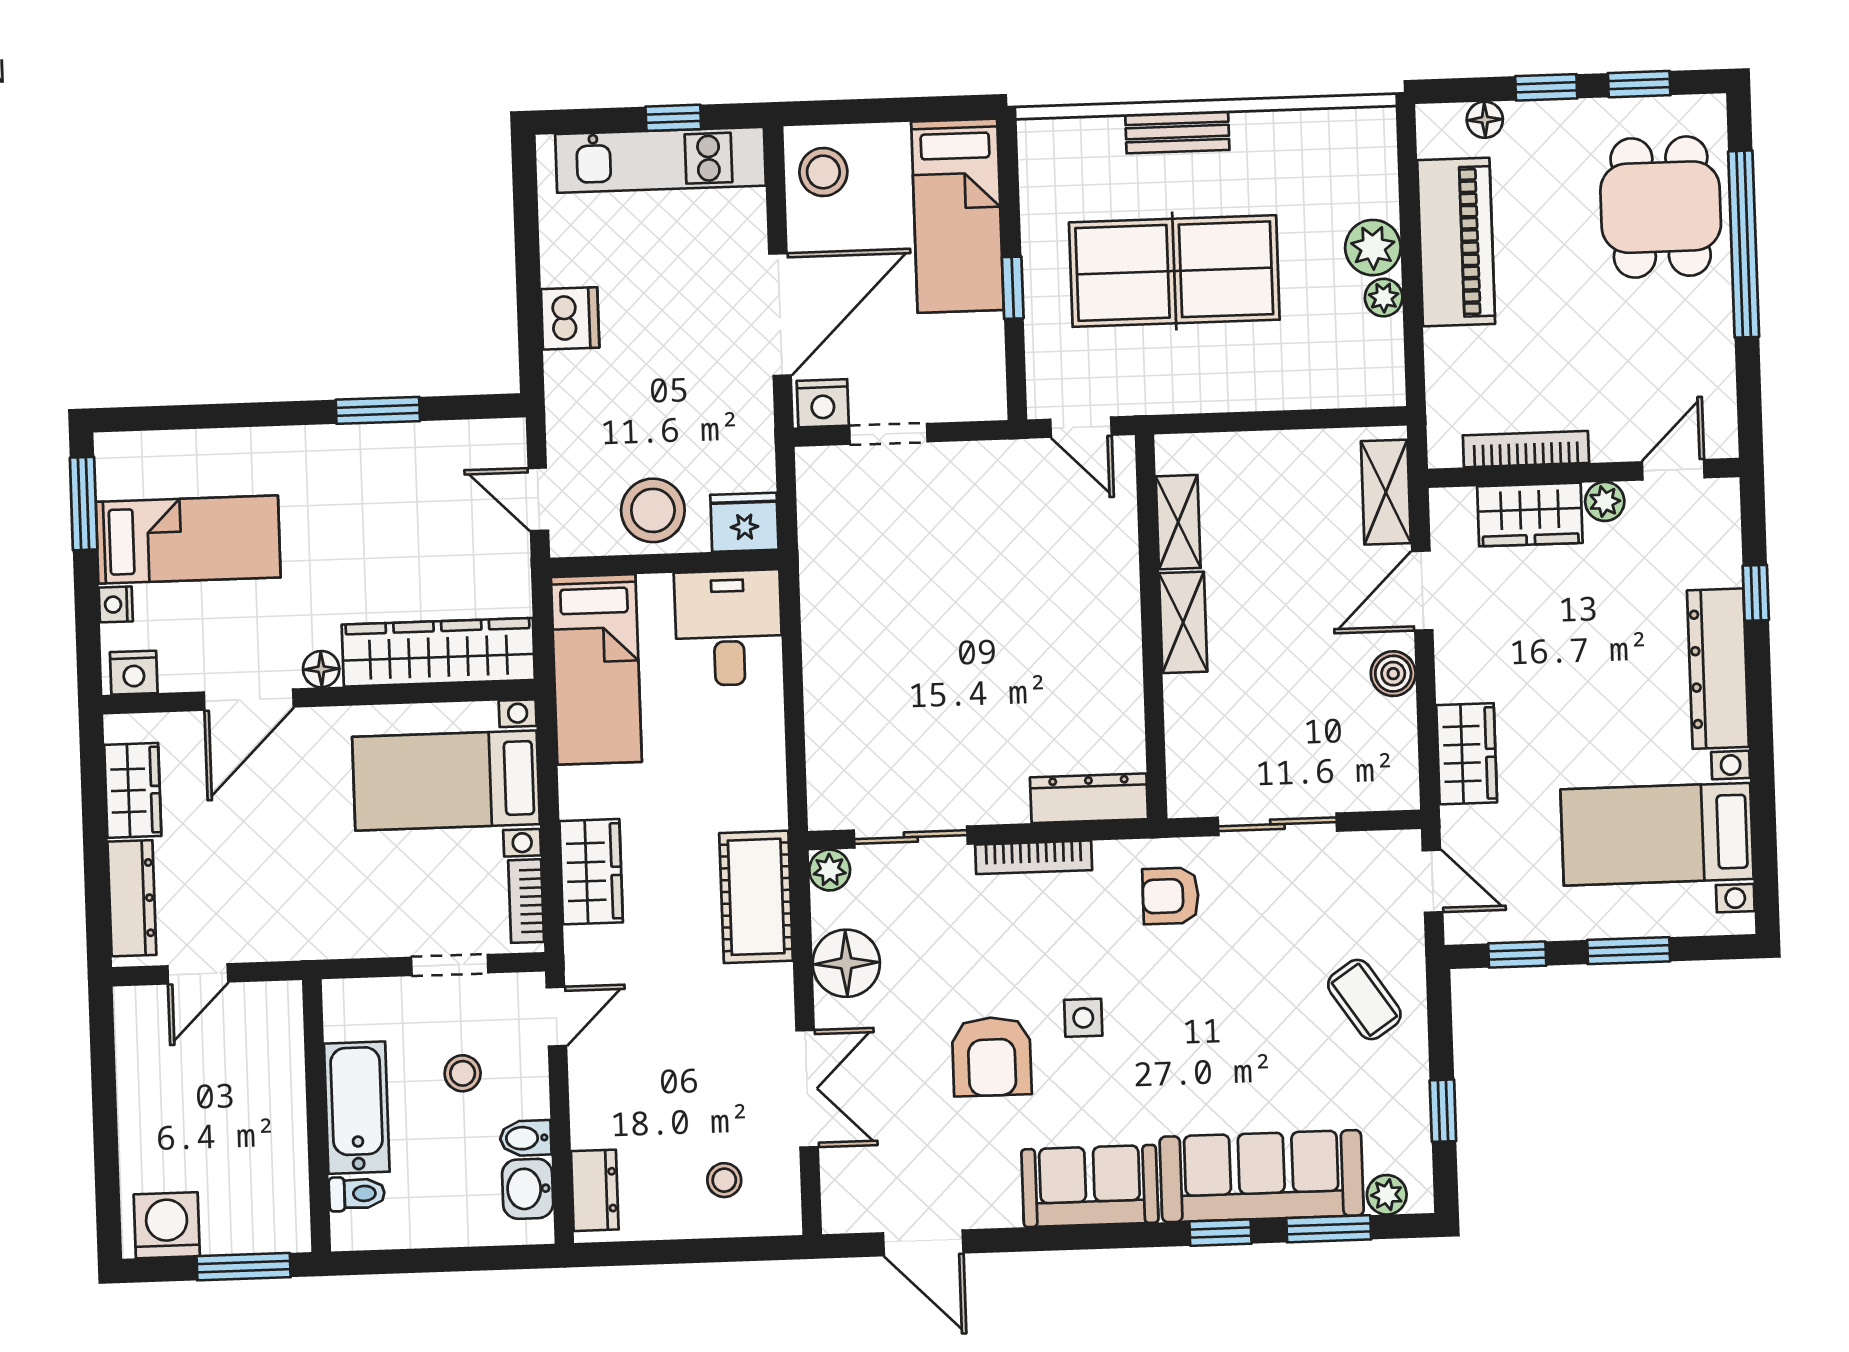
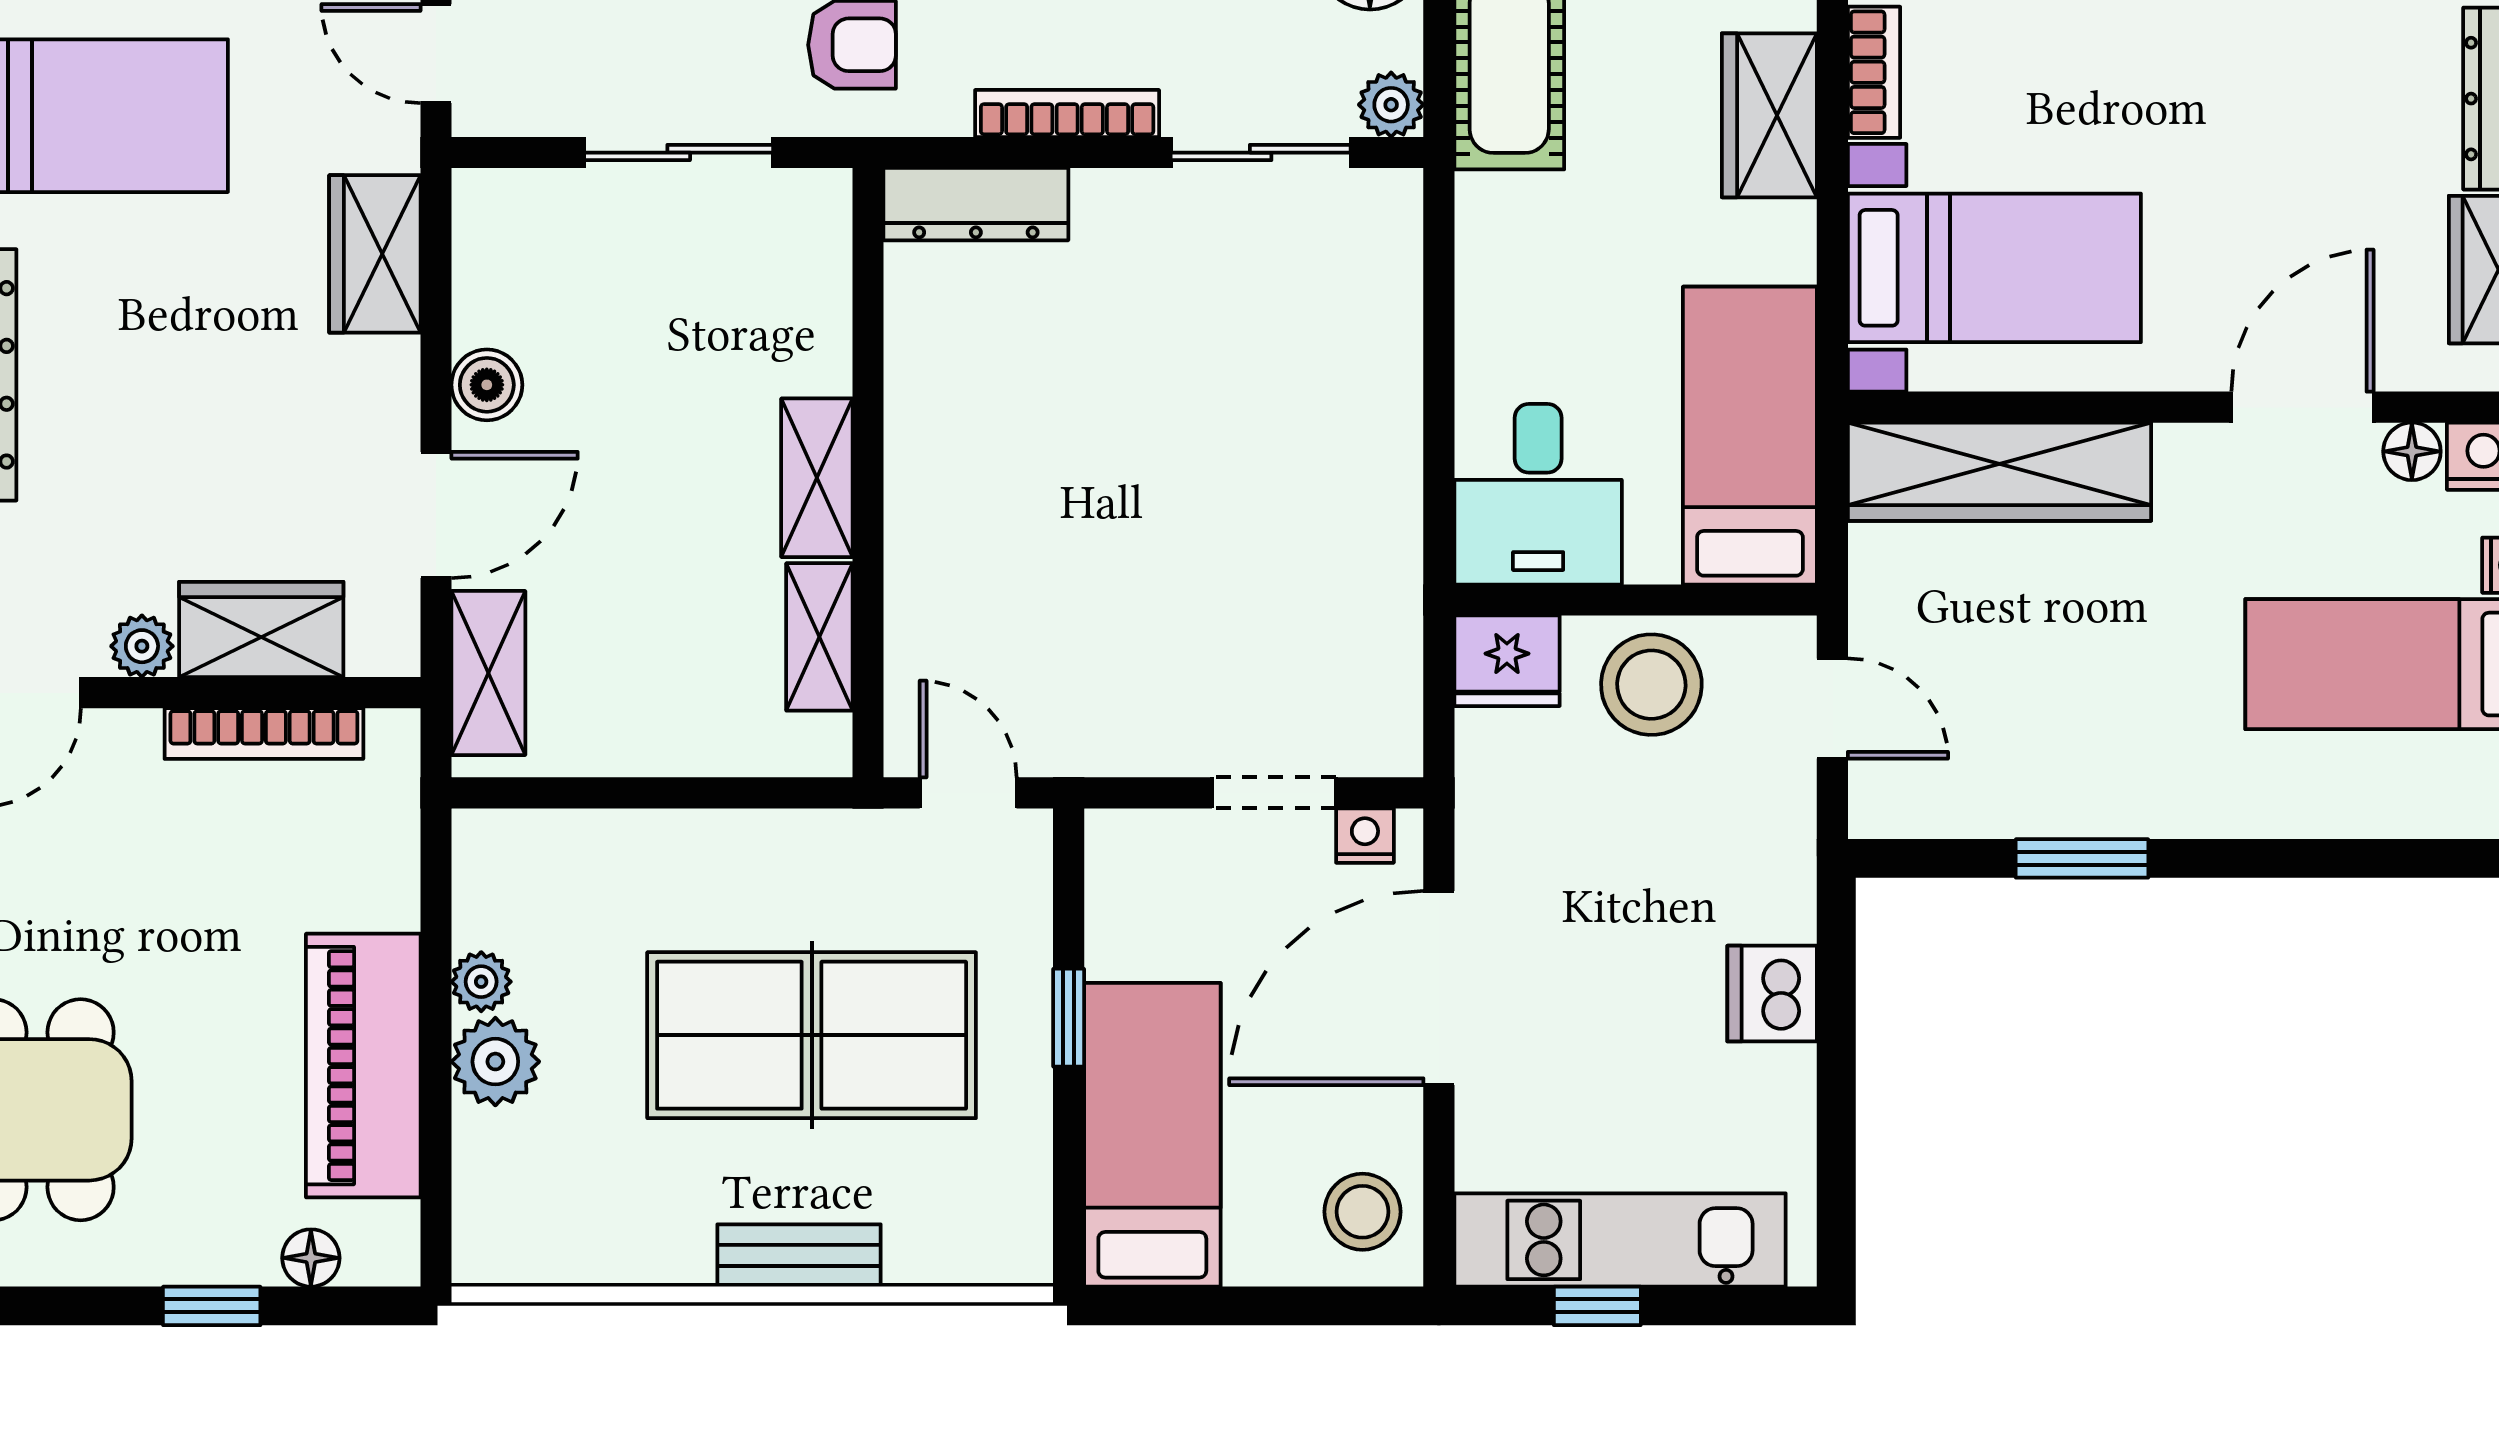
window: (1639, 84) -> (64, 1306), removed
nightstand: (823, 403) -> (1365, 836), width x0.72, depth x0.74
floor lamp: (321, 669) -> (2412, 451), moved

